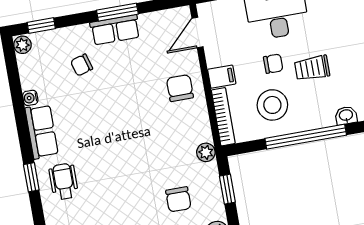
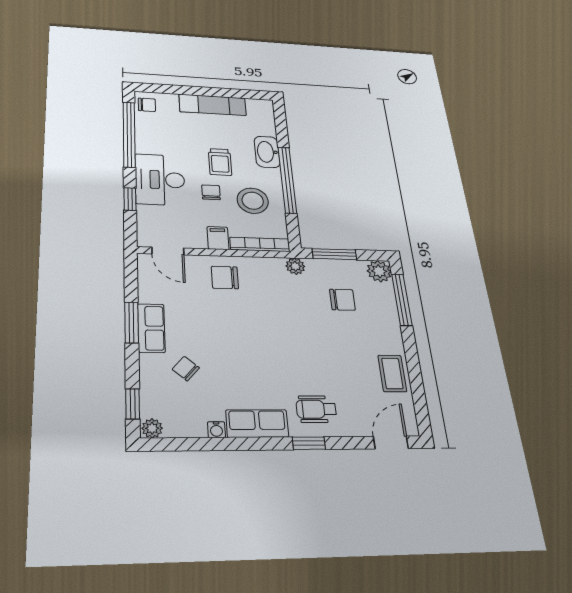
chair: (82, 65) -> (186, 369), turned 147
washbasin: (346, 116) -> (267, 152), width x1.91, depth x1.45
window: (227, 189) -> (334, 254), width x1.50

